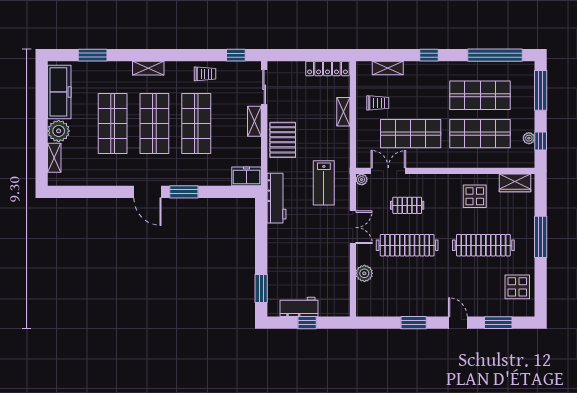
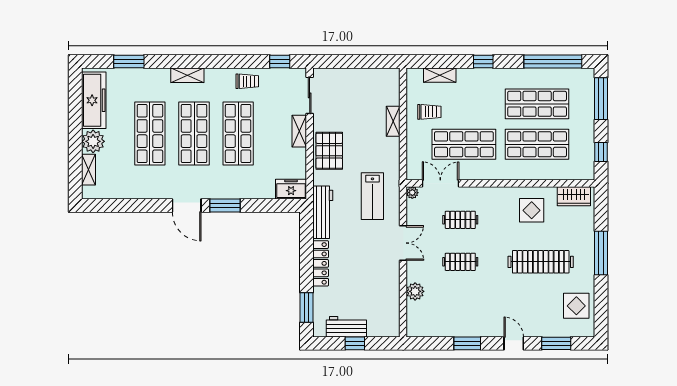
locker: (328, 68) -> (321, 263), moved, turned -90
plant: (529, 138) -> (589, 149), removed
clothes rail: (407, 245) -> (460, 262), width x0.54, depth x0.76

